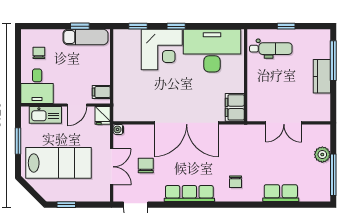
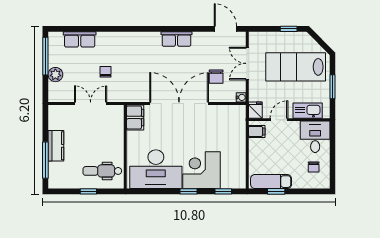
chair: (146, 165) -> (216, 77), moved
chair: (236, 182) -> (105, 72), moved
row of seats: (281, 193) -> (80, 39), moved
row of seats: (189, 194) -> (176, 39), width x0.68

